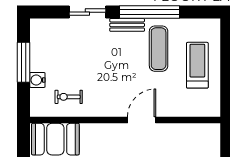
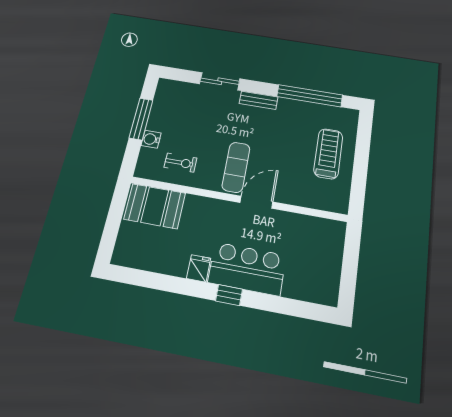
window: (149, 12) -> (310, 96), moved
exercise mat: (159, 49) -> (236, 167), moved
exercise bike: (69, 97) -> (180, 163), turned 180

